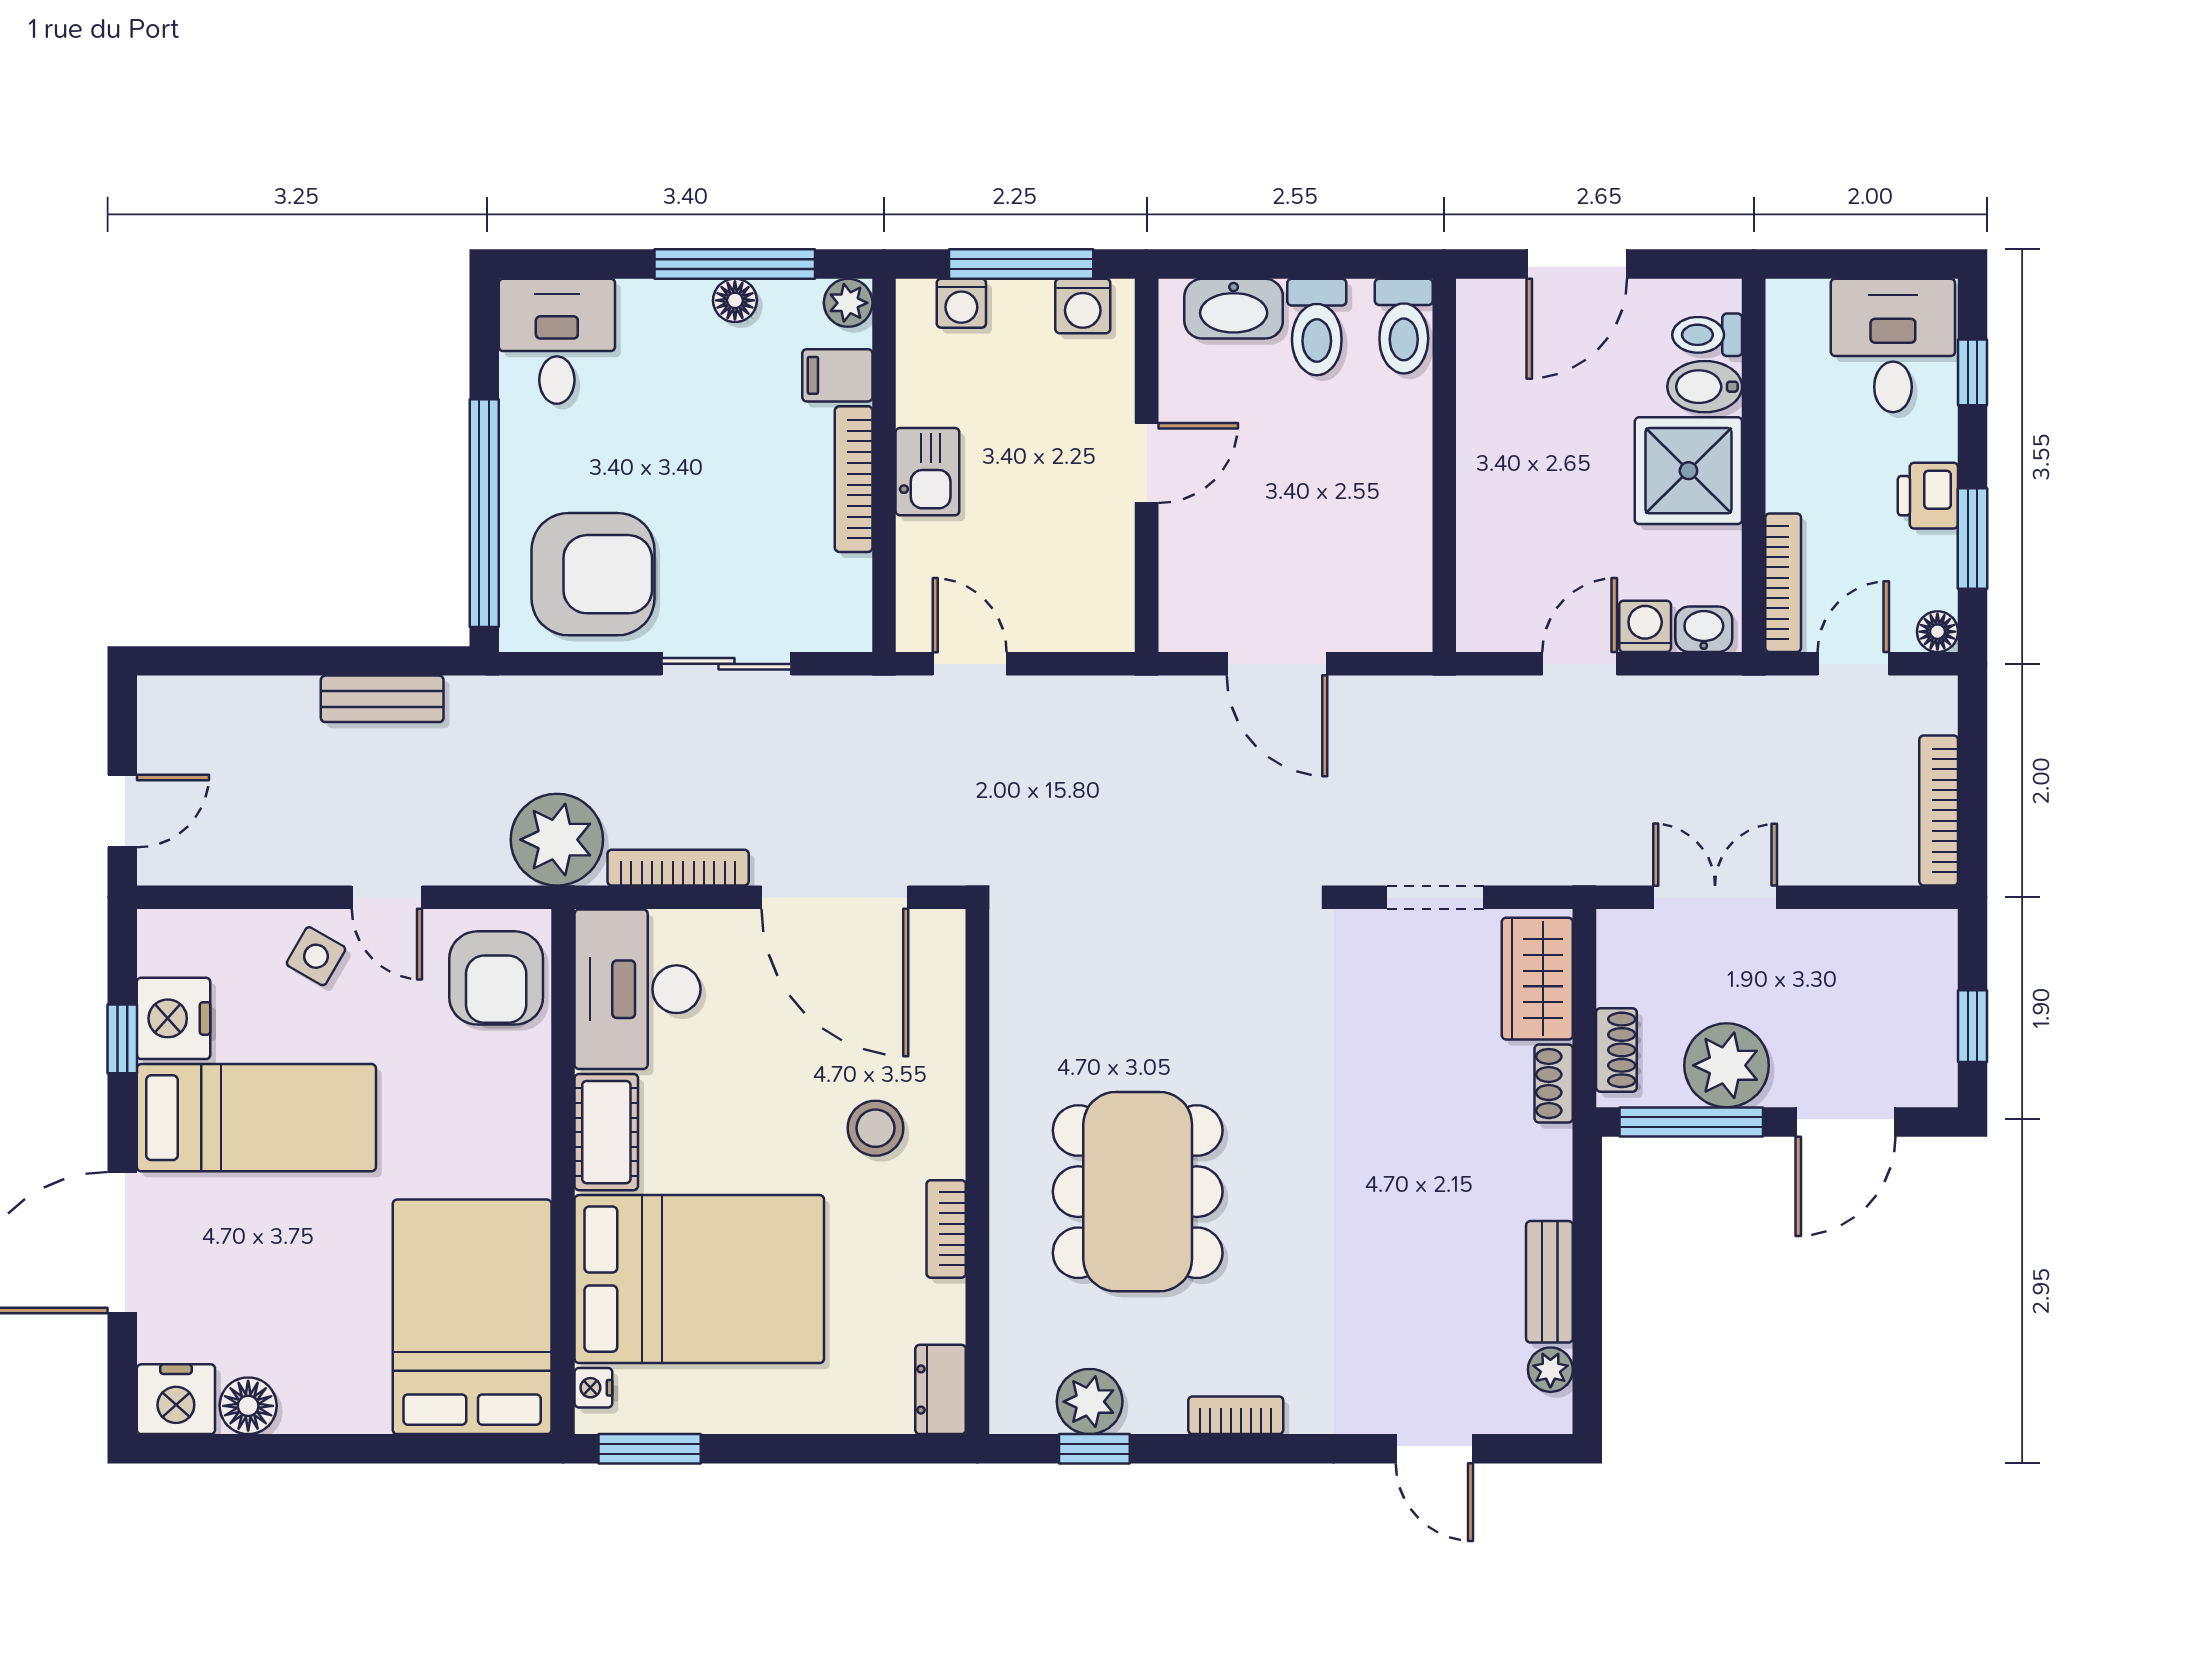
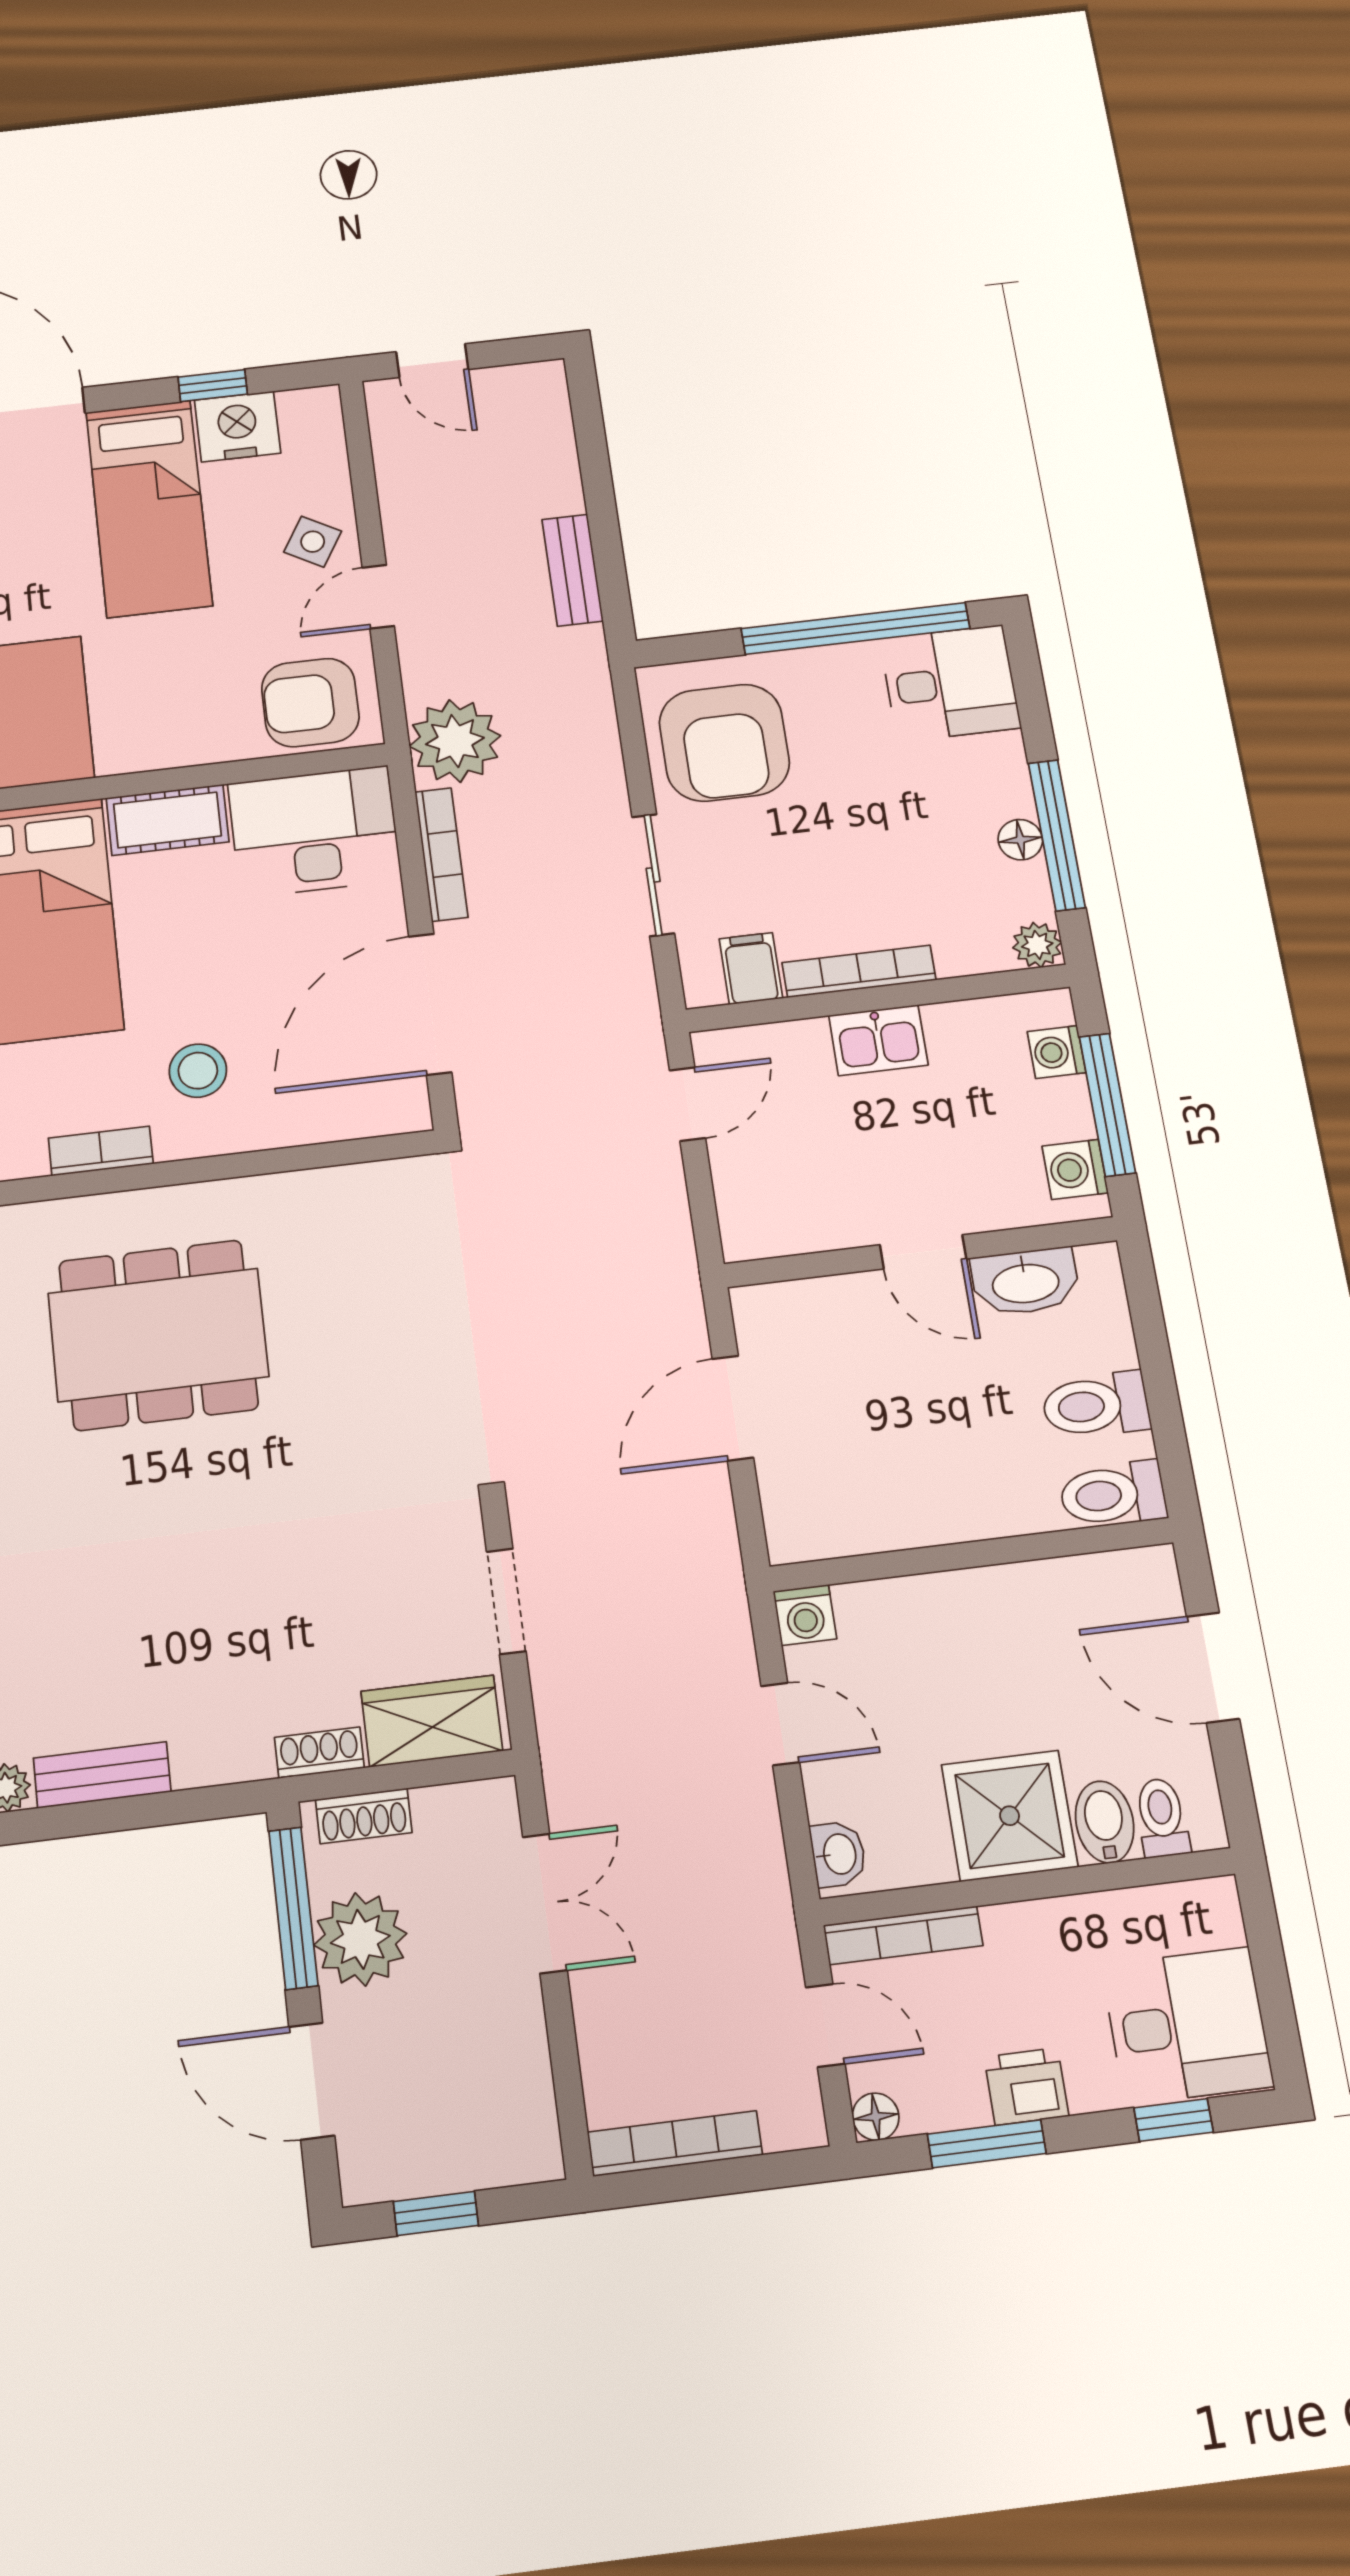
washbasin: (1234, 309) -> (1025, 1282), moved, turned -90
filing cabinet: (837, 375) -> (751, 968), moved
window: (484, 513) -> (856, 629), moved
washing machine: (1645, 626) -> (805, 1615), moved, turned 90

